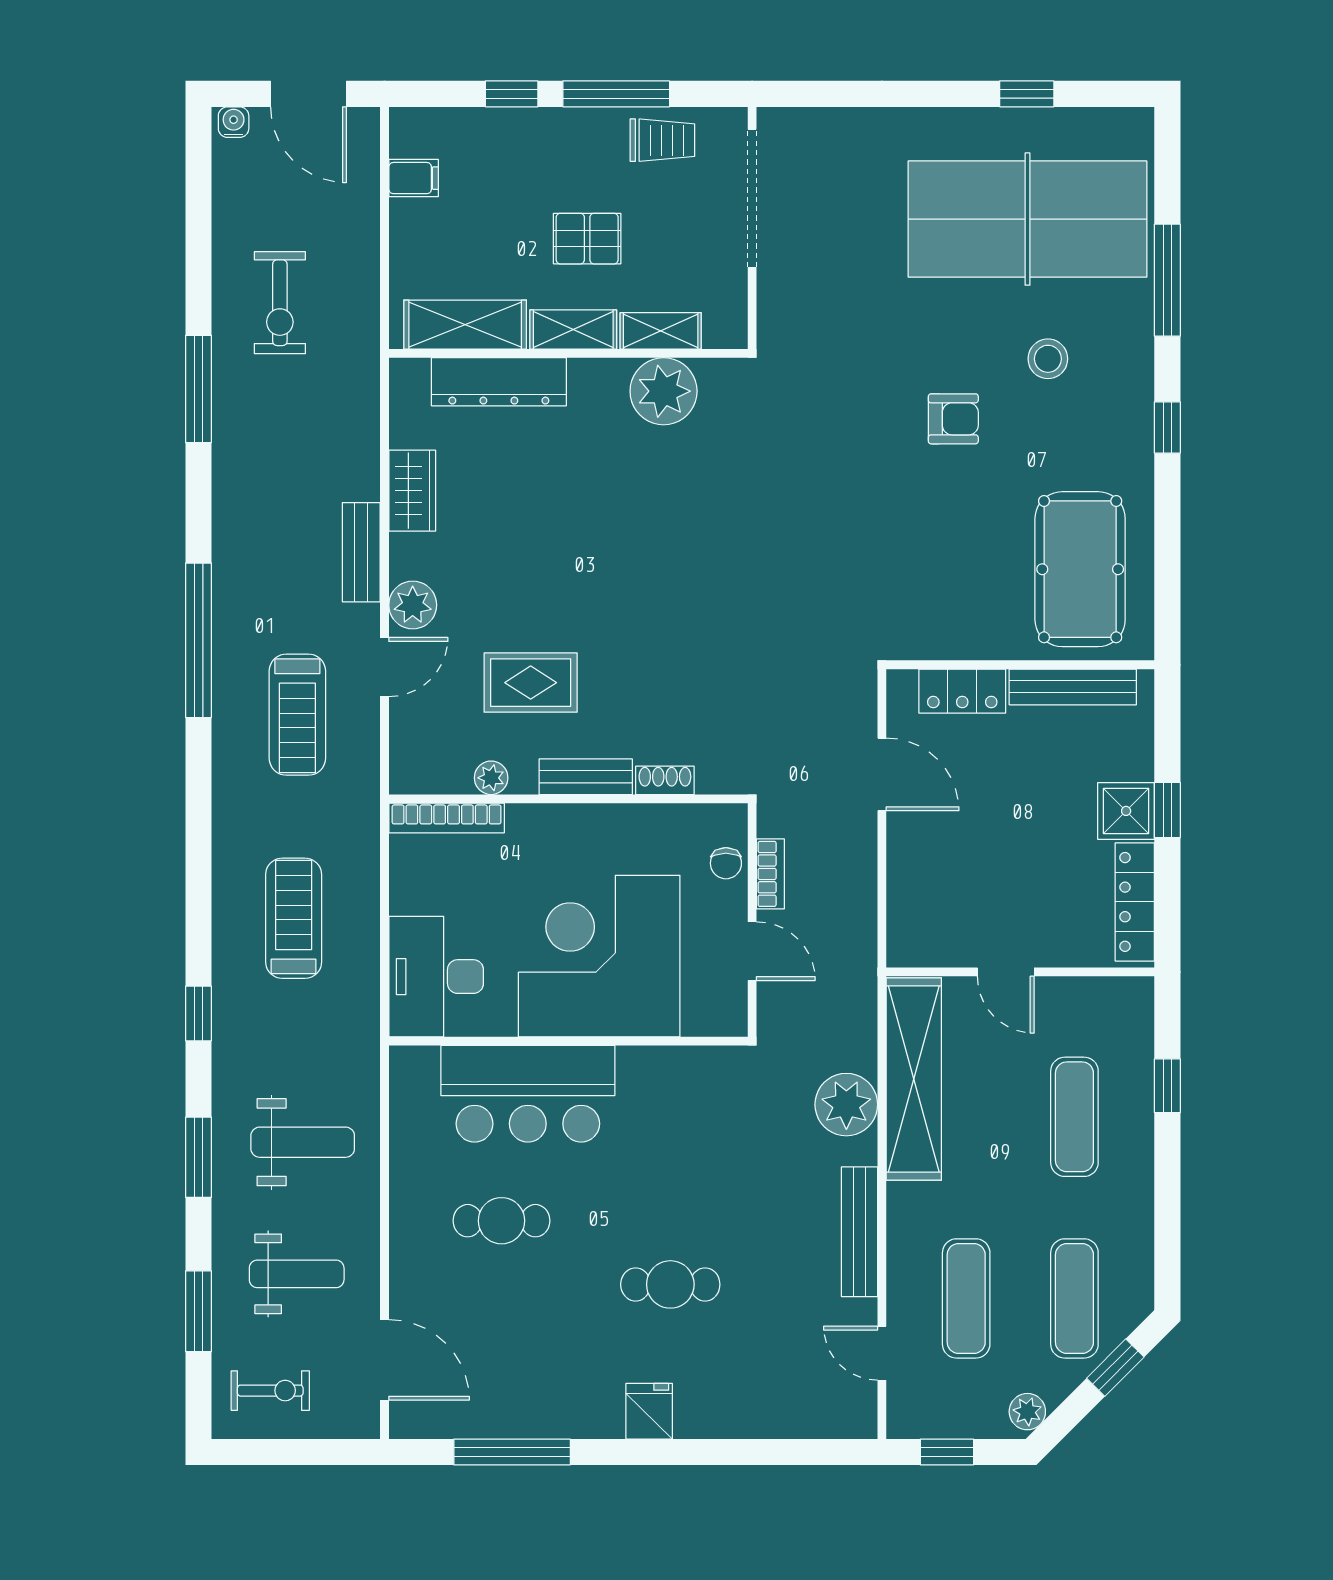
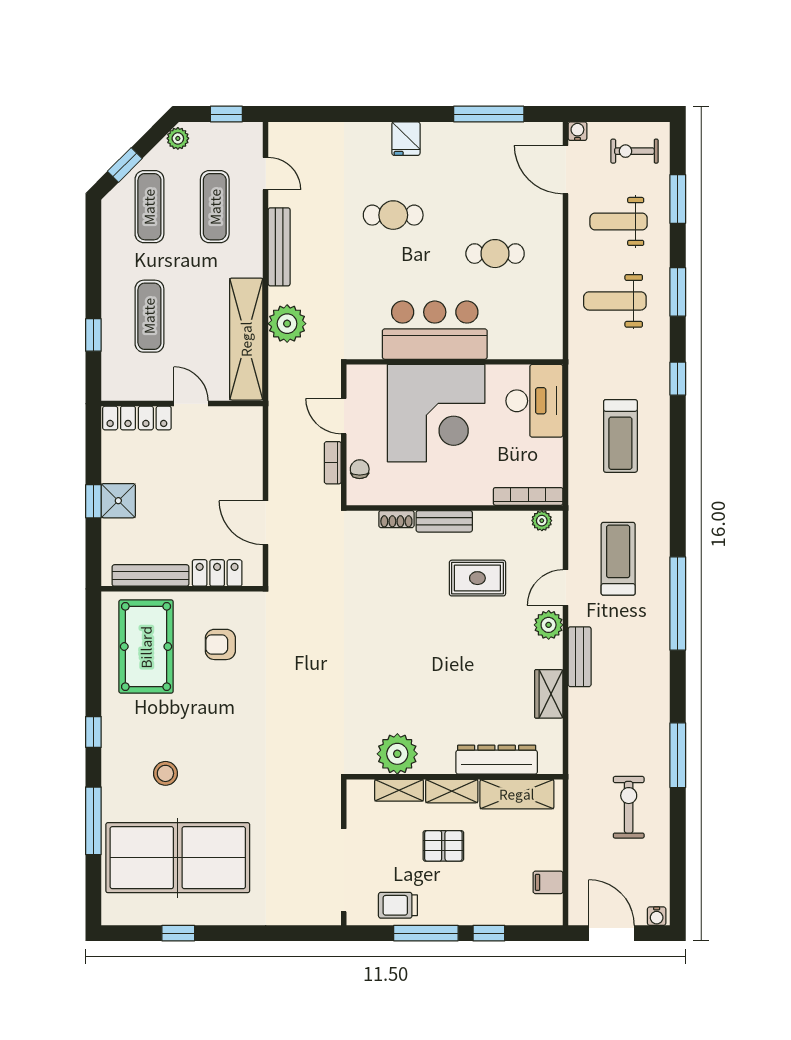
armchair: (953, 419) -> (220, 644), moved
plant: (491, 778) -> (542, 521), moved
locker: (1135, 902) -> (137, 418), moved, turned 90
bar counter: (528, 1094) -> (435, 330), moved
water cooler: (365, 1424) -> (577, 131), added

